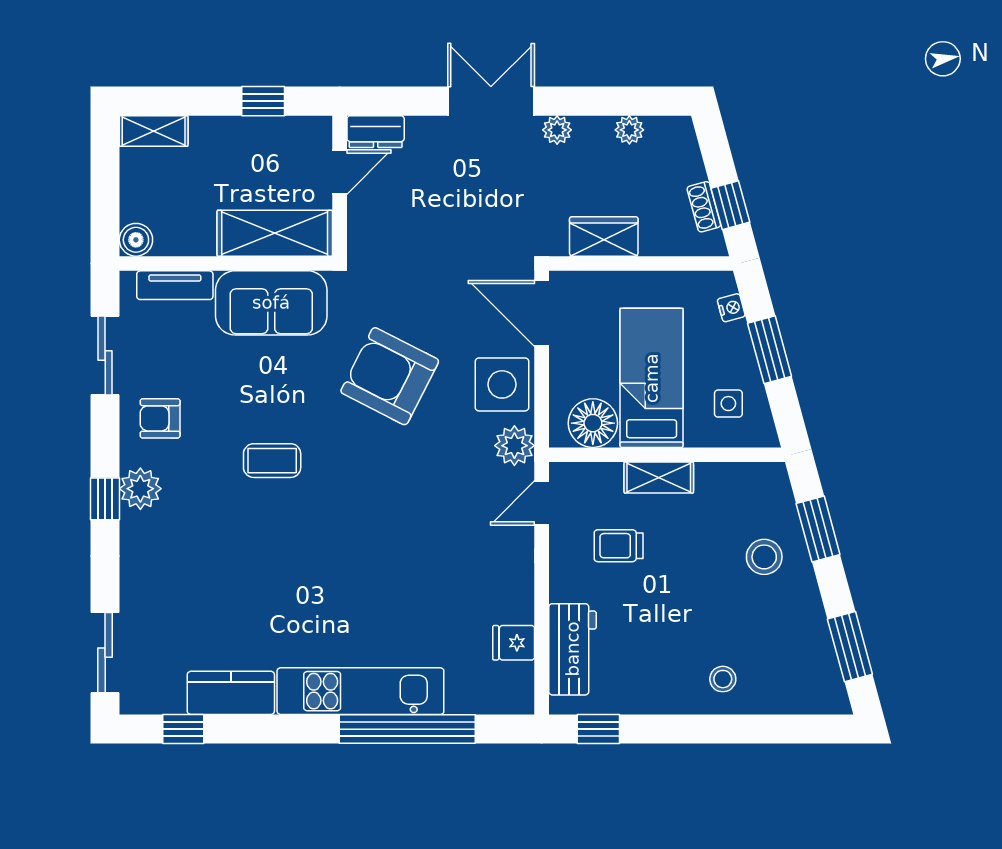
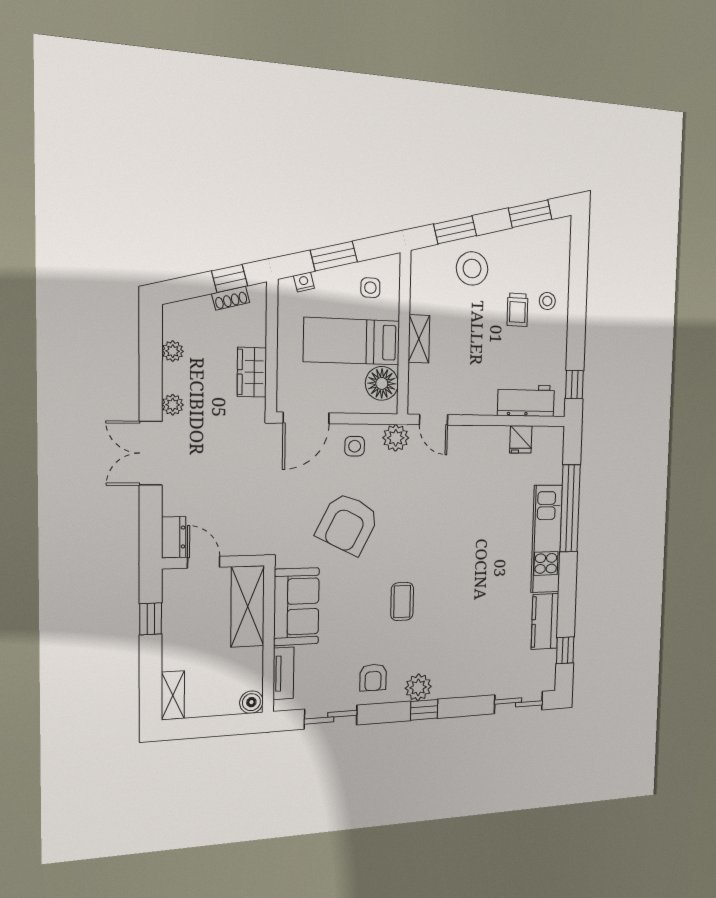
side table: (502, 384) -> (355, 446), width x0.54, depth x0.54
trolley: (619, 546) -> (517, 310), moved
stool: (764, 557) -> (472, 268), width x1.38, depth x1.38

